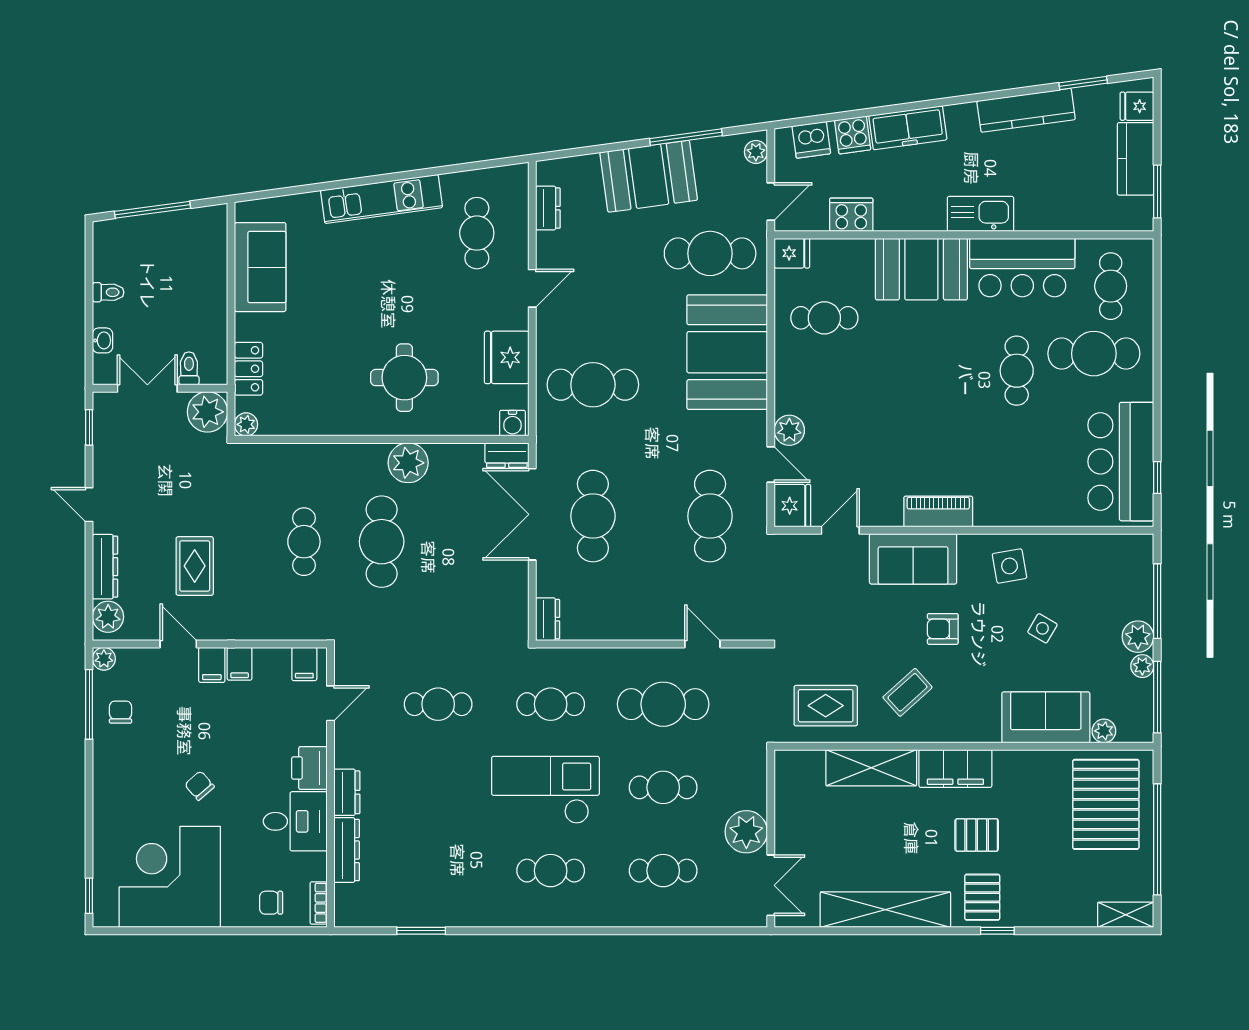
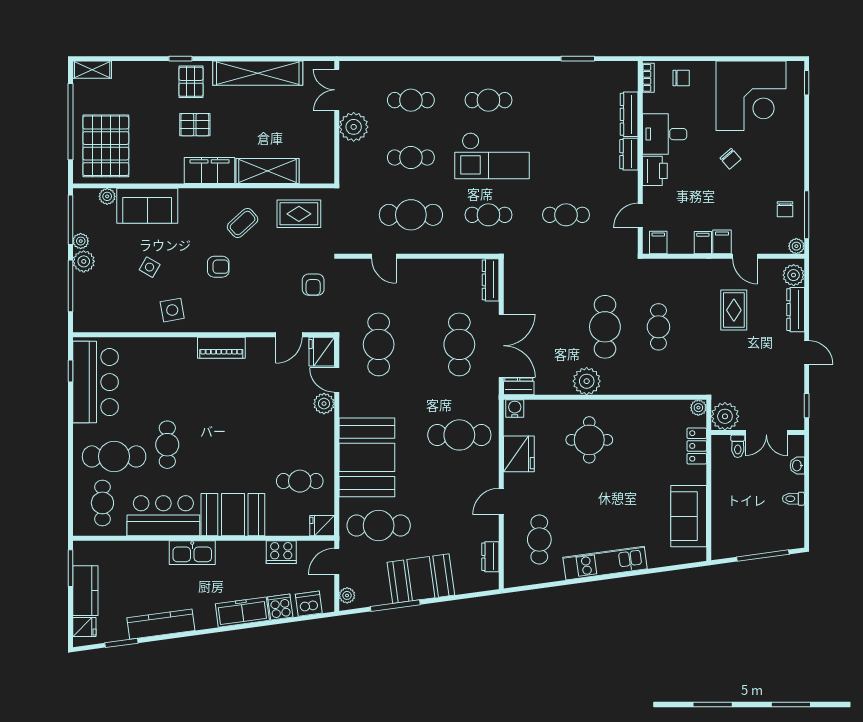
sofa: (913, 559) -> (239, 315), removed
armchair: (805, 603) -> (313, 285), added
dresser: (548, 619) -> (491, 280), width x1.44

